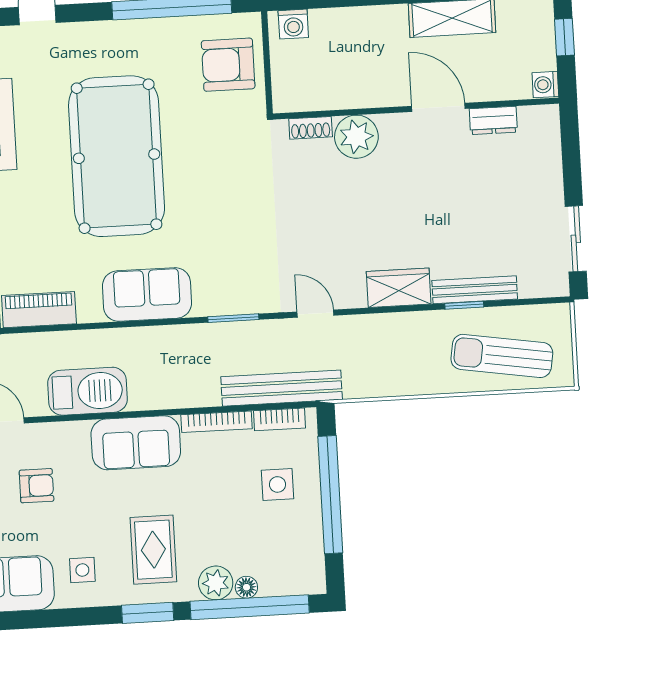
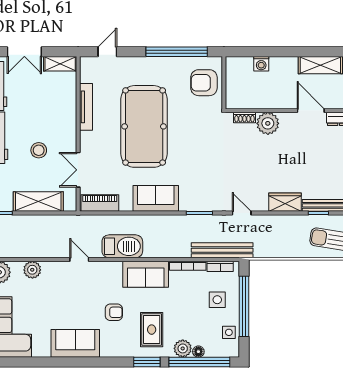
washing machine: (293, 24) -> (261, 64), moved
armchair: (37, 486) -> (114, 312), moved
side table: (82, 570) -> (229, 332), moved

